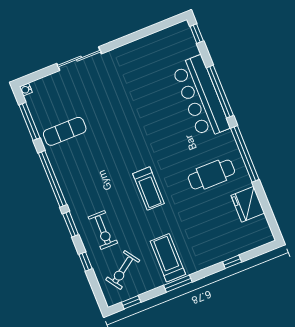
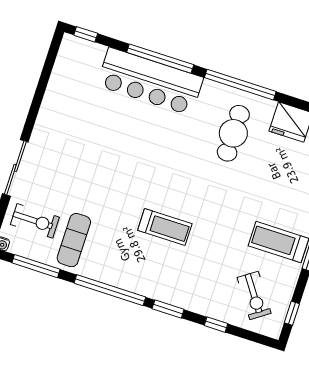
treadmill: (149, 189) -> (165, 227), moved
exercise bike: (103, 230) -> (35, 221), moved

